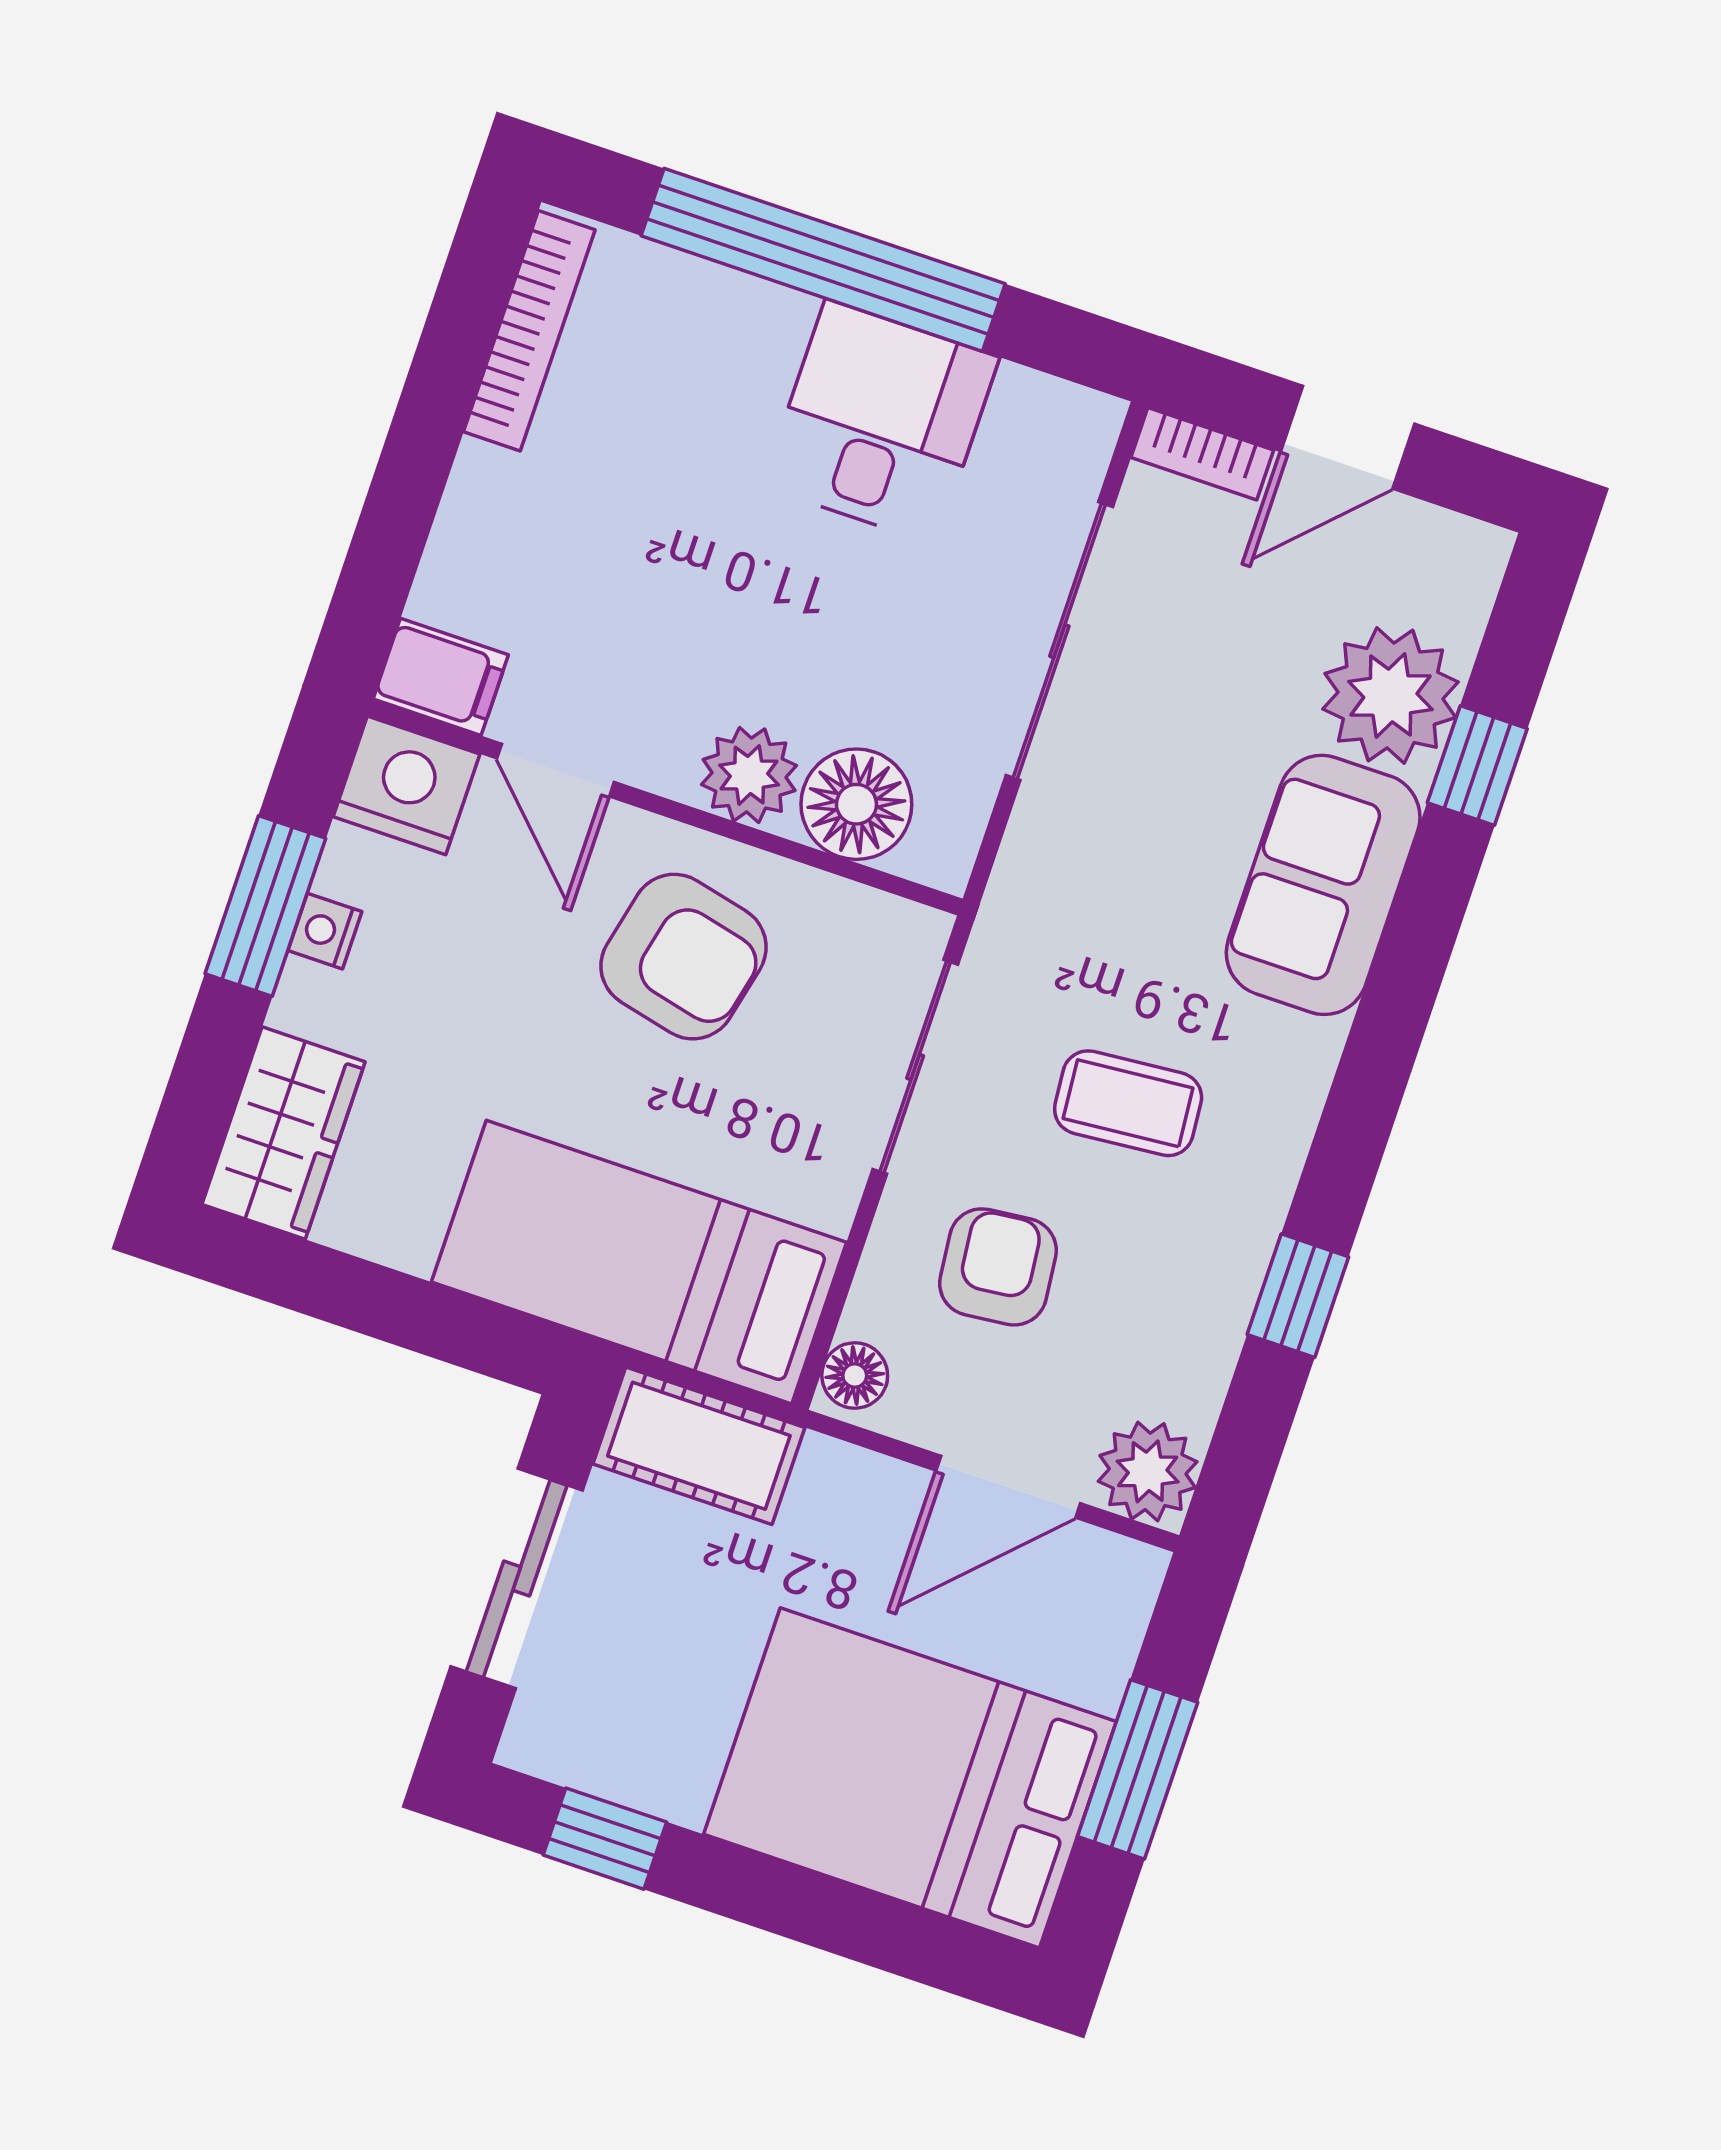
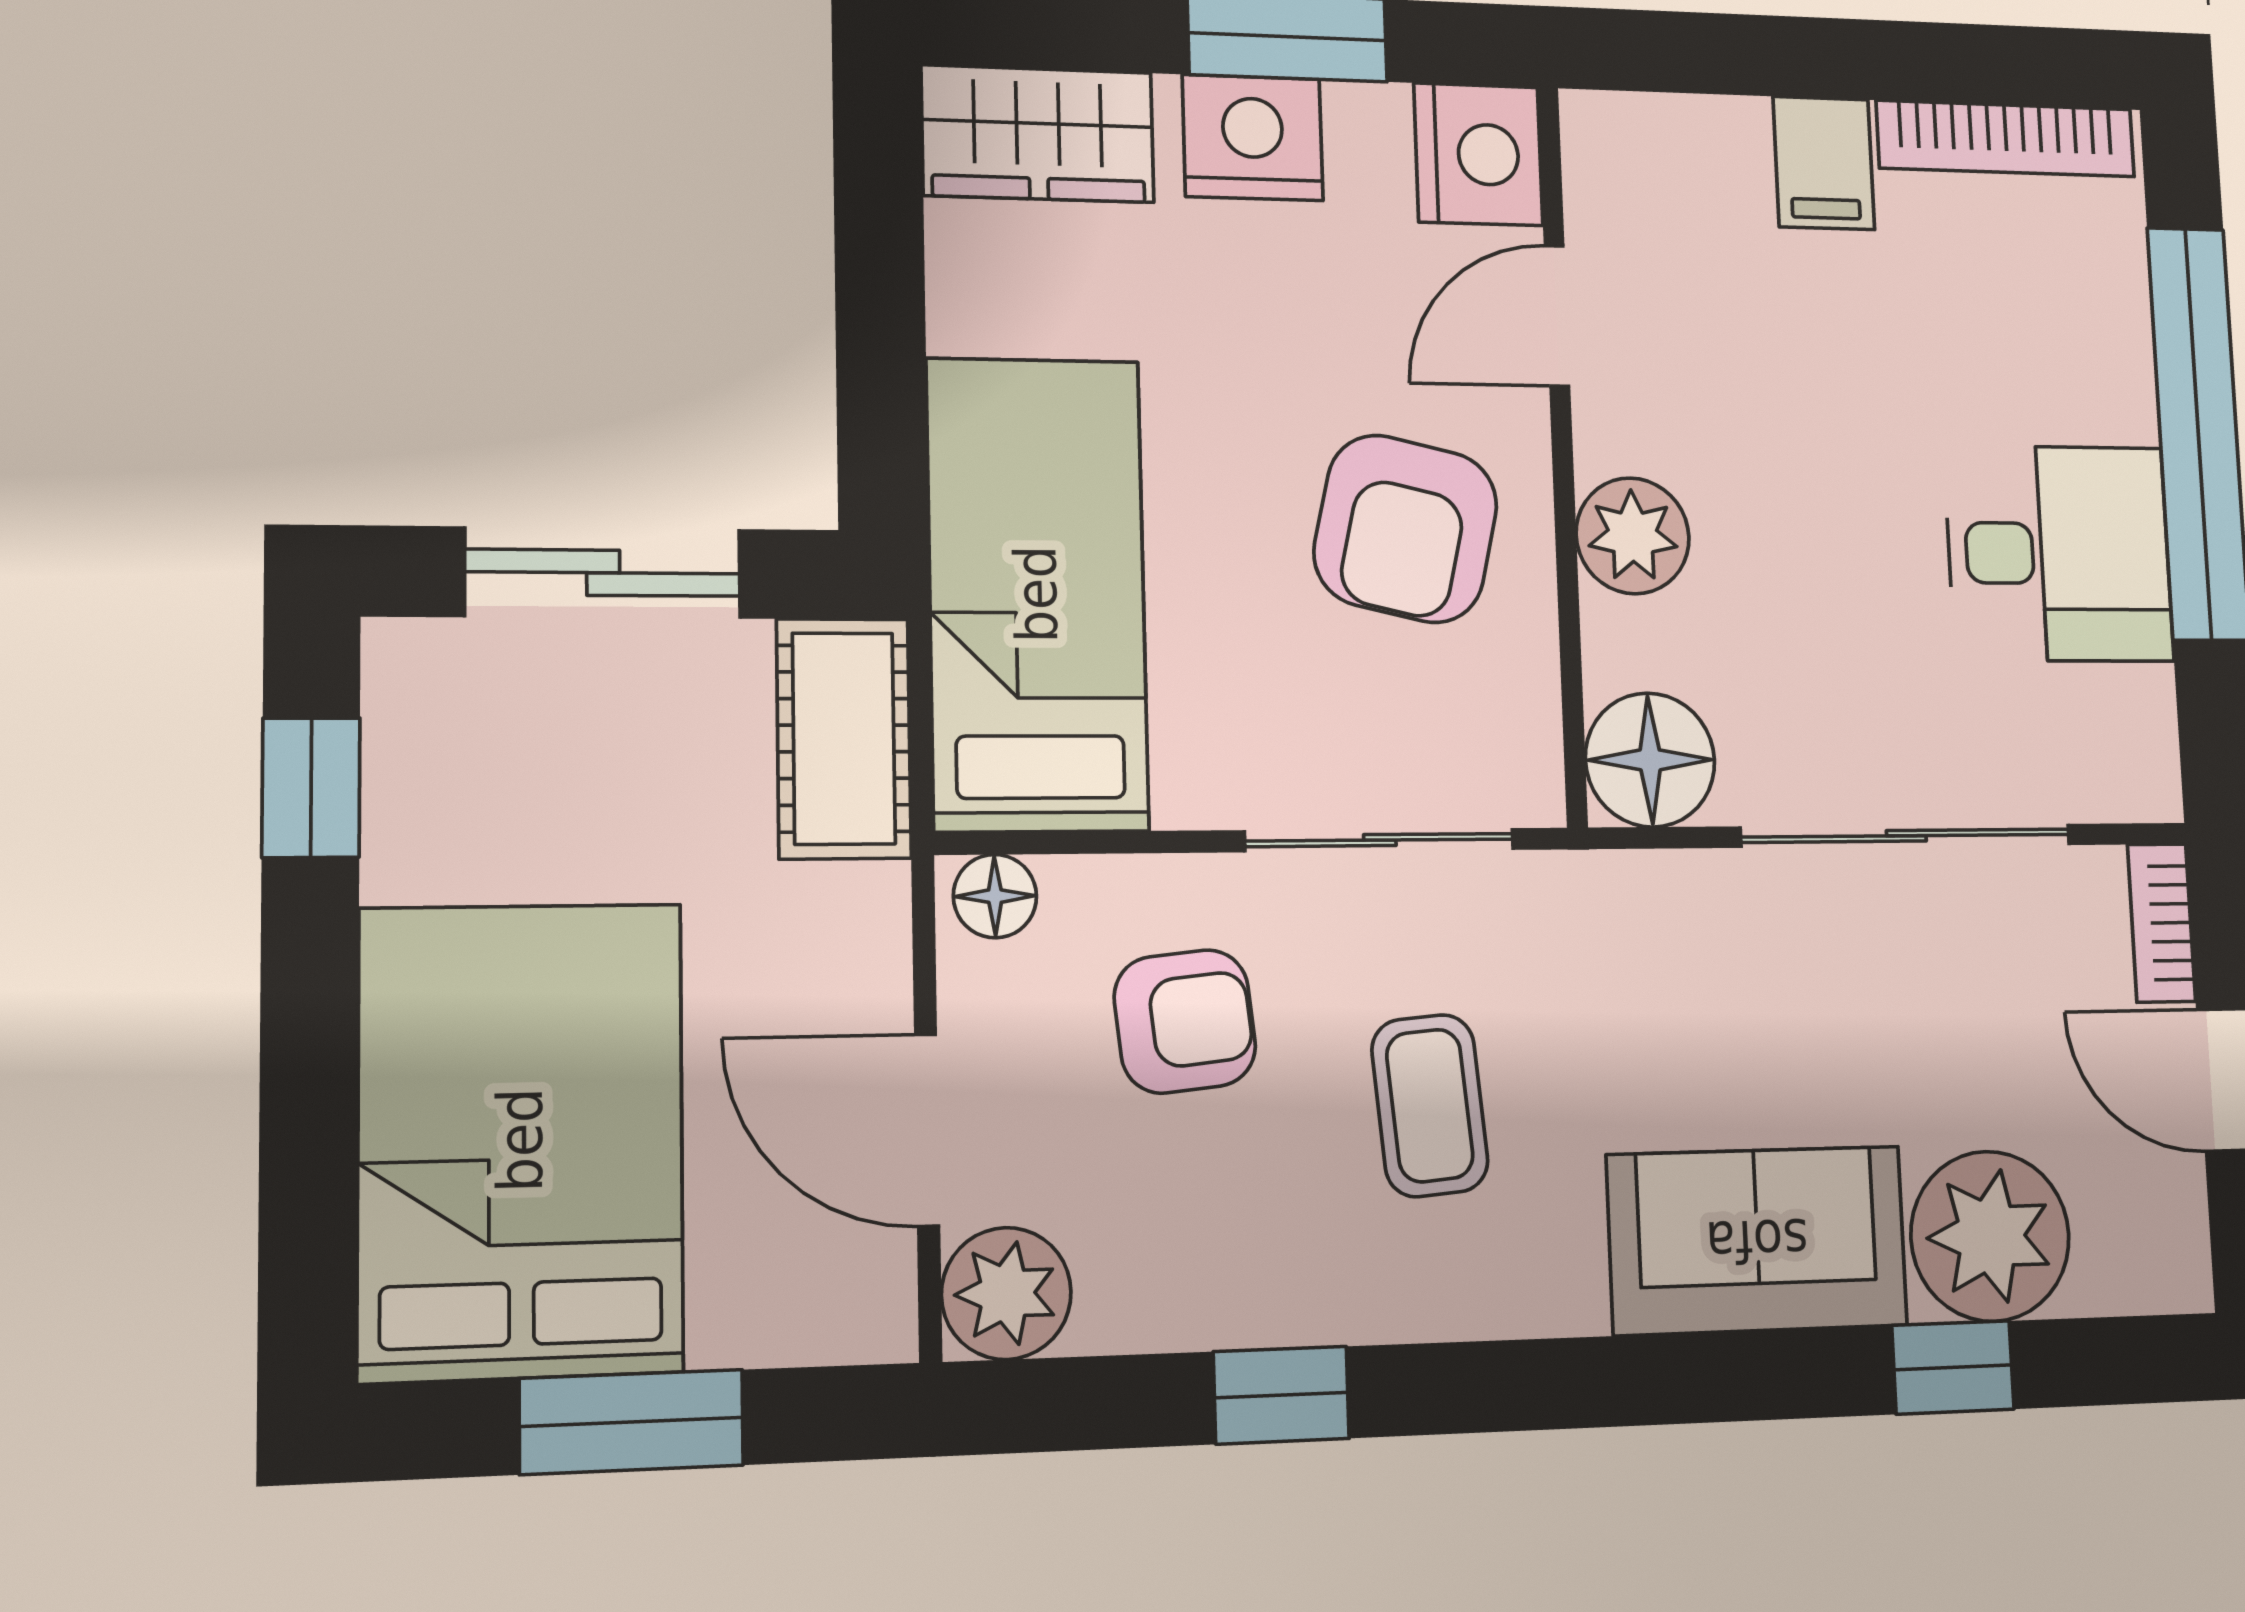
filing cabinet: (441, 677) -> (1824, 163), moved
floor lamp: (856, 804) -> (1650, 760), moved
nightstand: (325, 931) -> (1253, 138), width x1.89, depth x1.79

